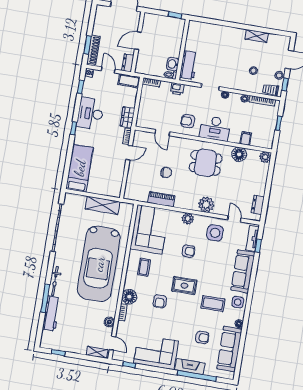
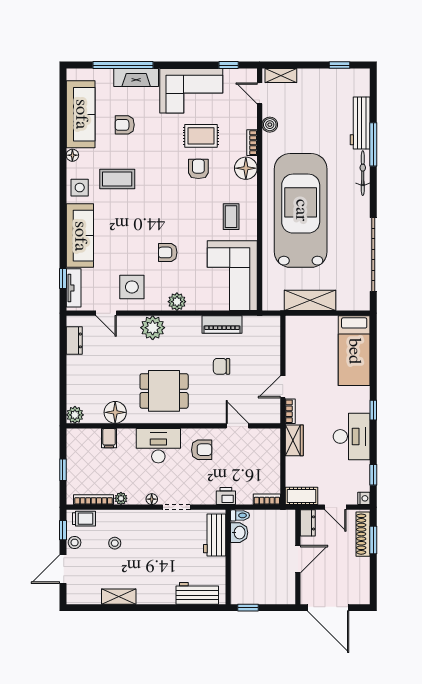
workbench: (206, 30) -> (197, 593), added
rug: (184, 286) -> (201, 136), moved

